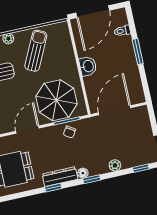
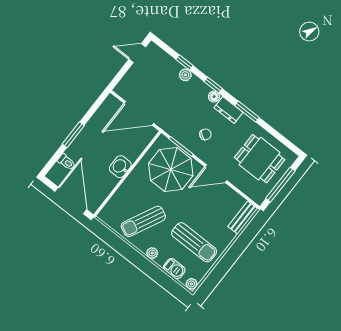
door: (93, 12) -> (71, 200), hinge flipped
chair: (69, 132) -> (205, 134), moved
window: (141, 168) -> (184, 62), moved
dresser: (60, 177) -> (228, 110), width x0.70
window: (53, 188) -> (247, 111), width x1.50

